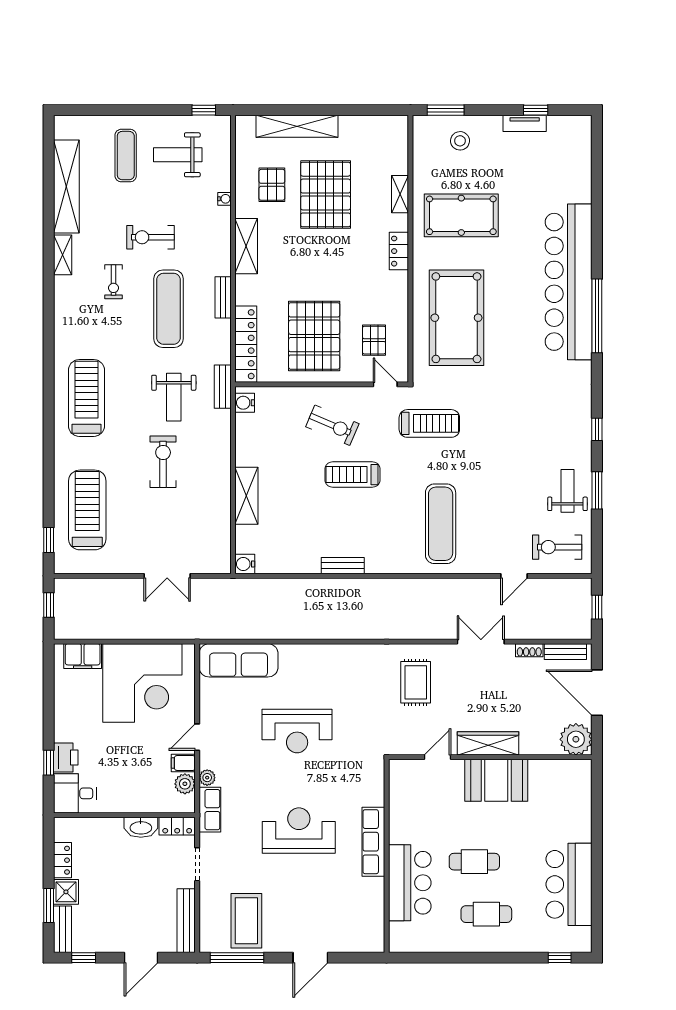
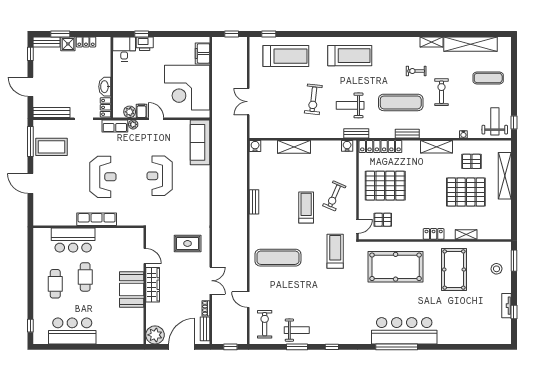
weight bench: (178, 155) -> (495, 121), moved
bar counter: (569, 282) -> (404, 331), width x0.73
treadmill: (429, 423) -> (335, 251), turned 180
exercise bike: (163, 462) -> (313, 99), turned 96

